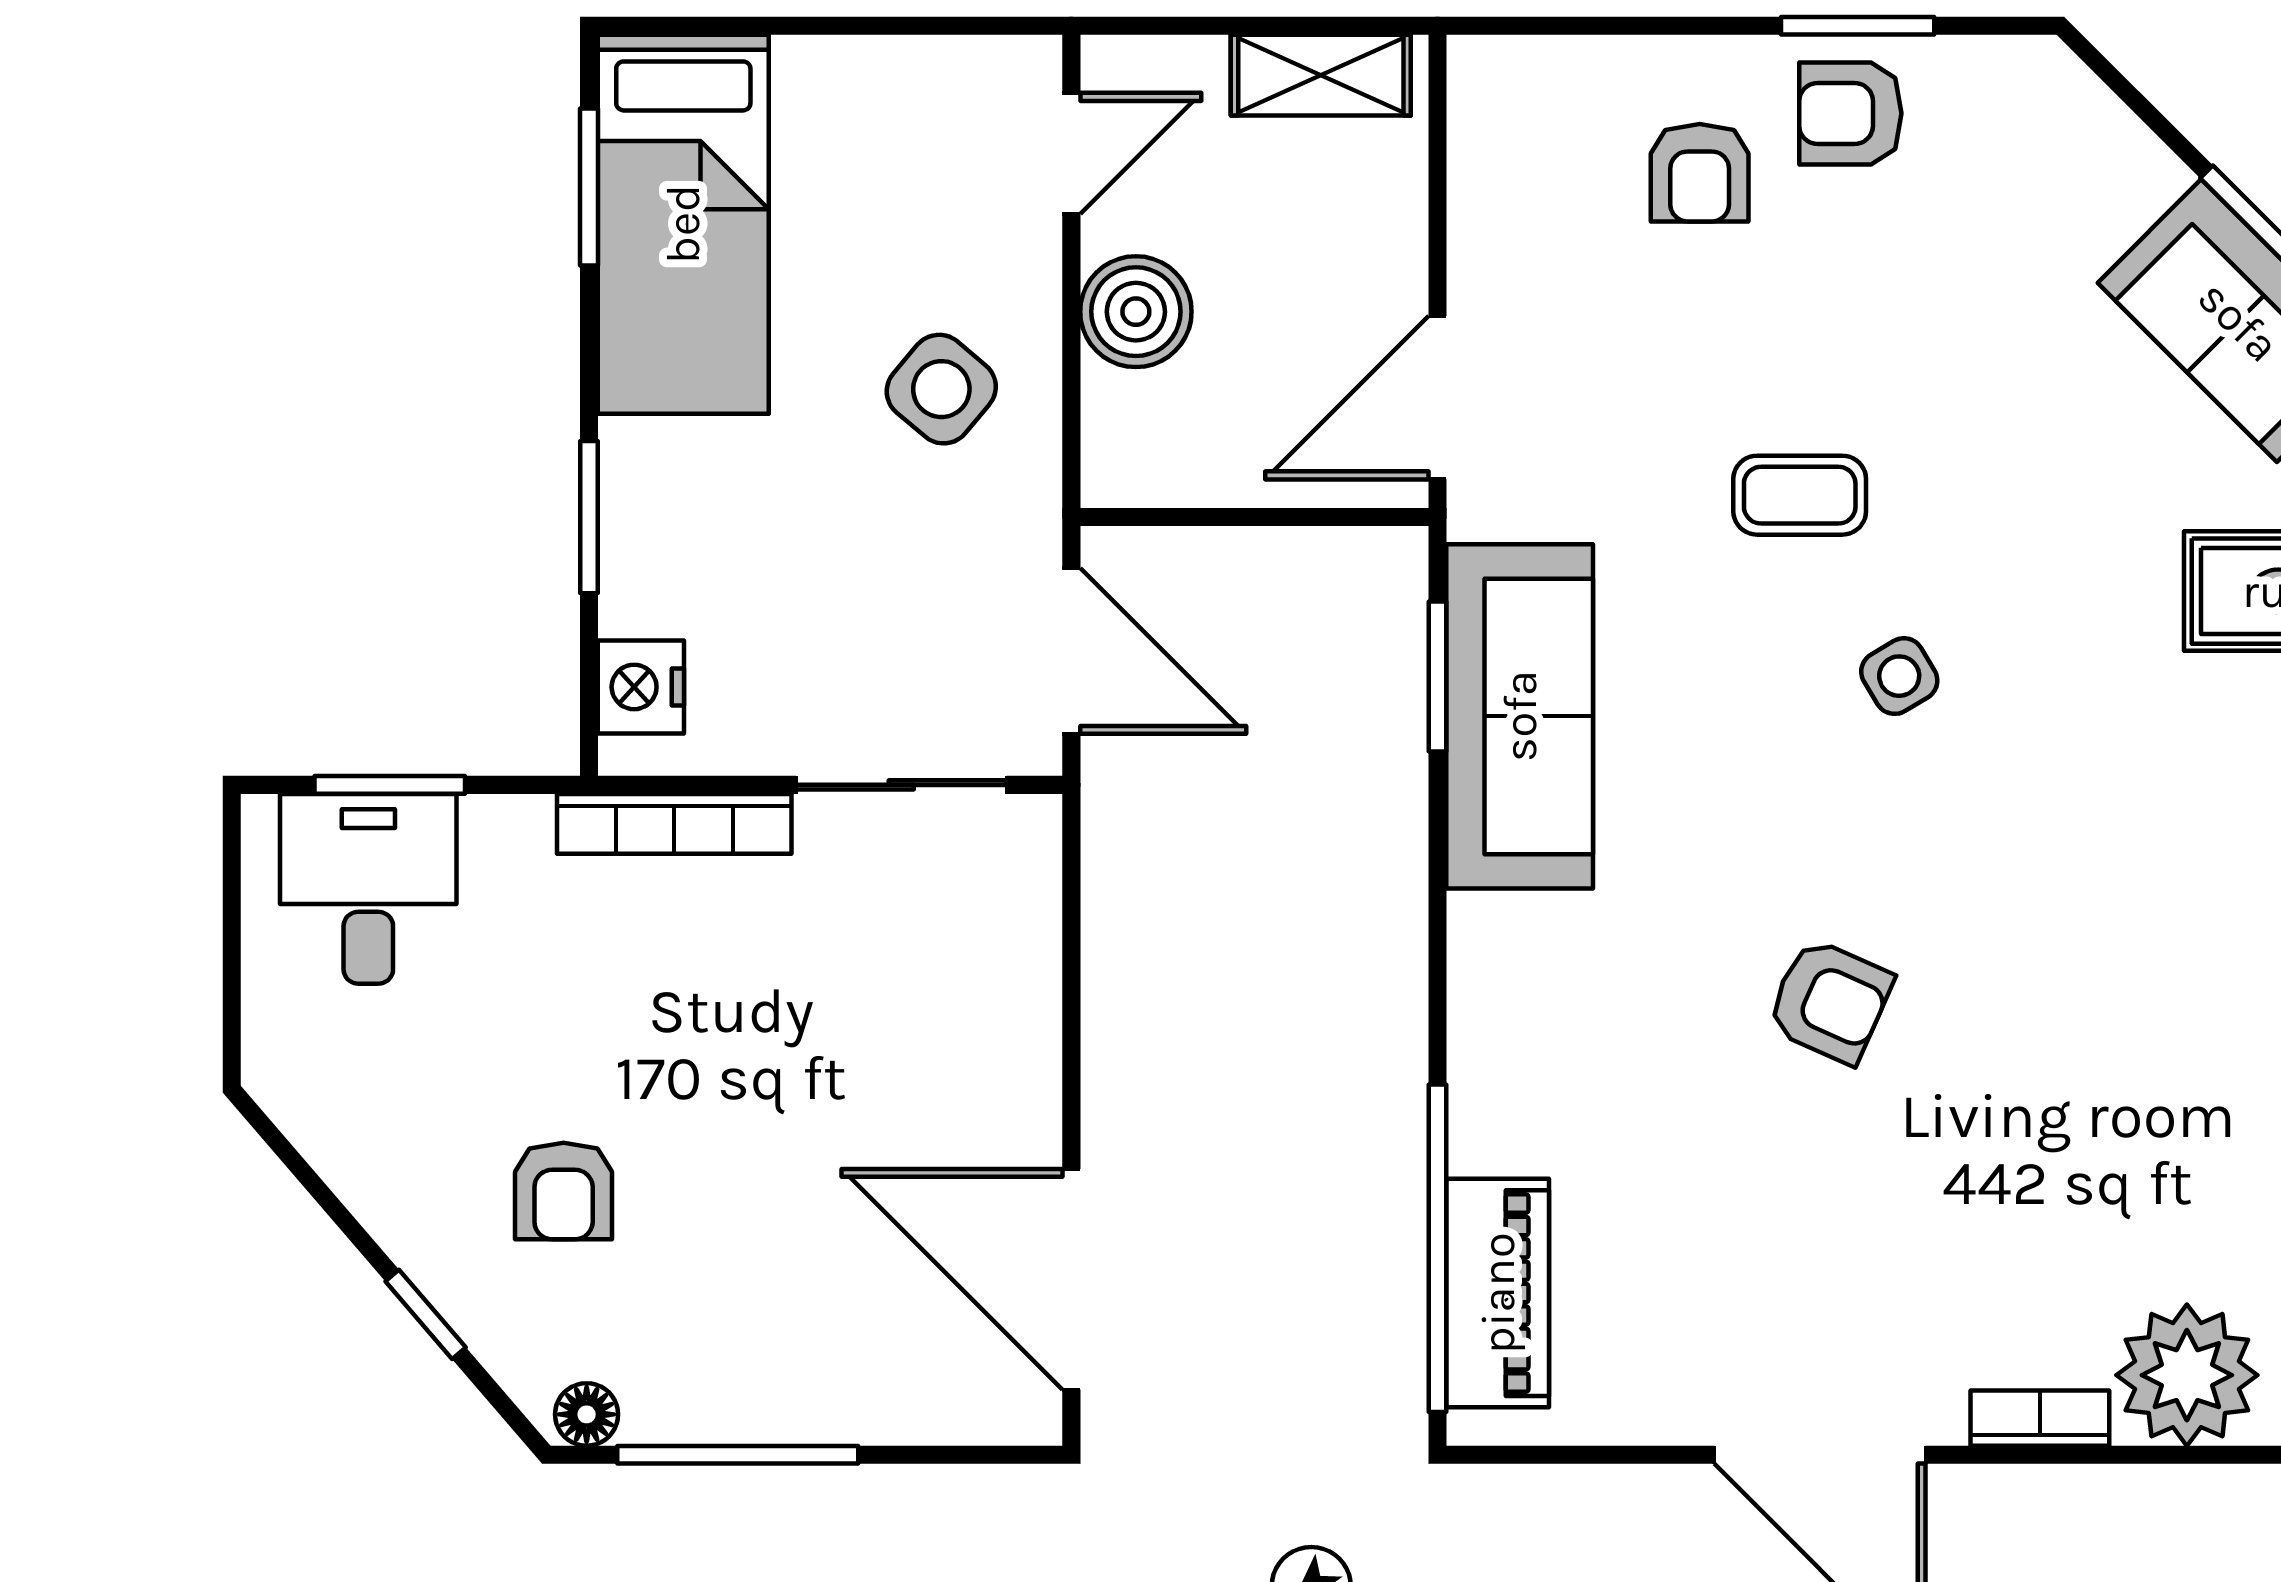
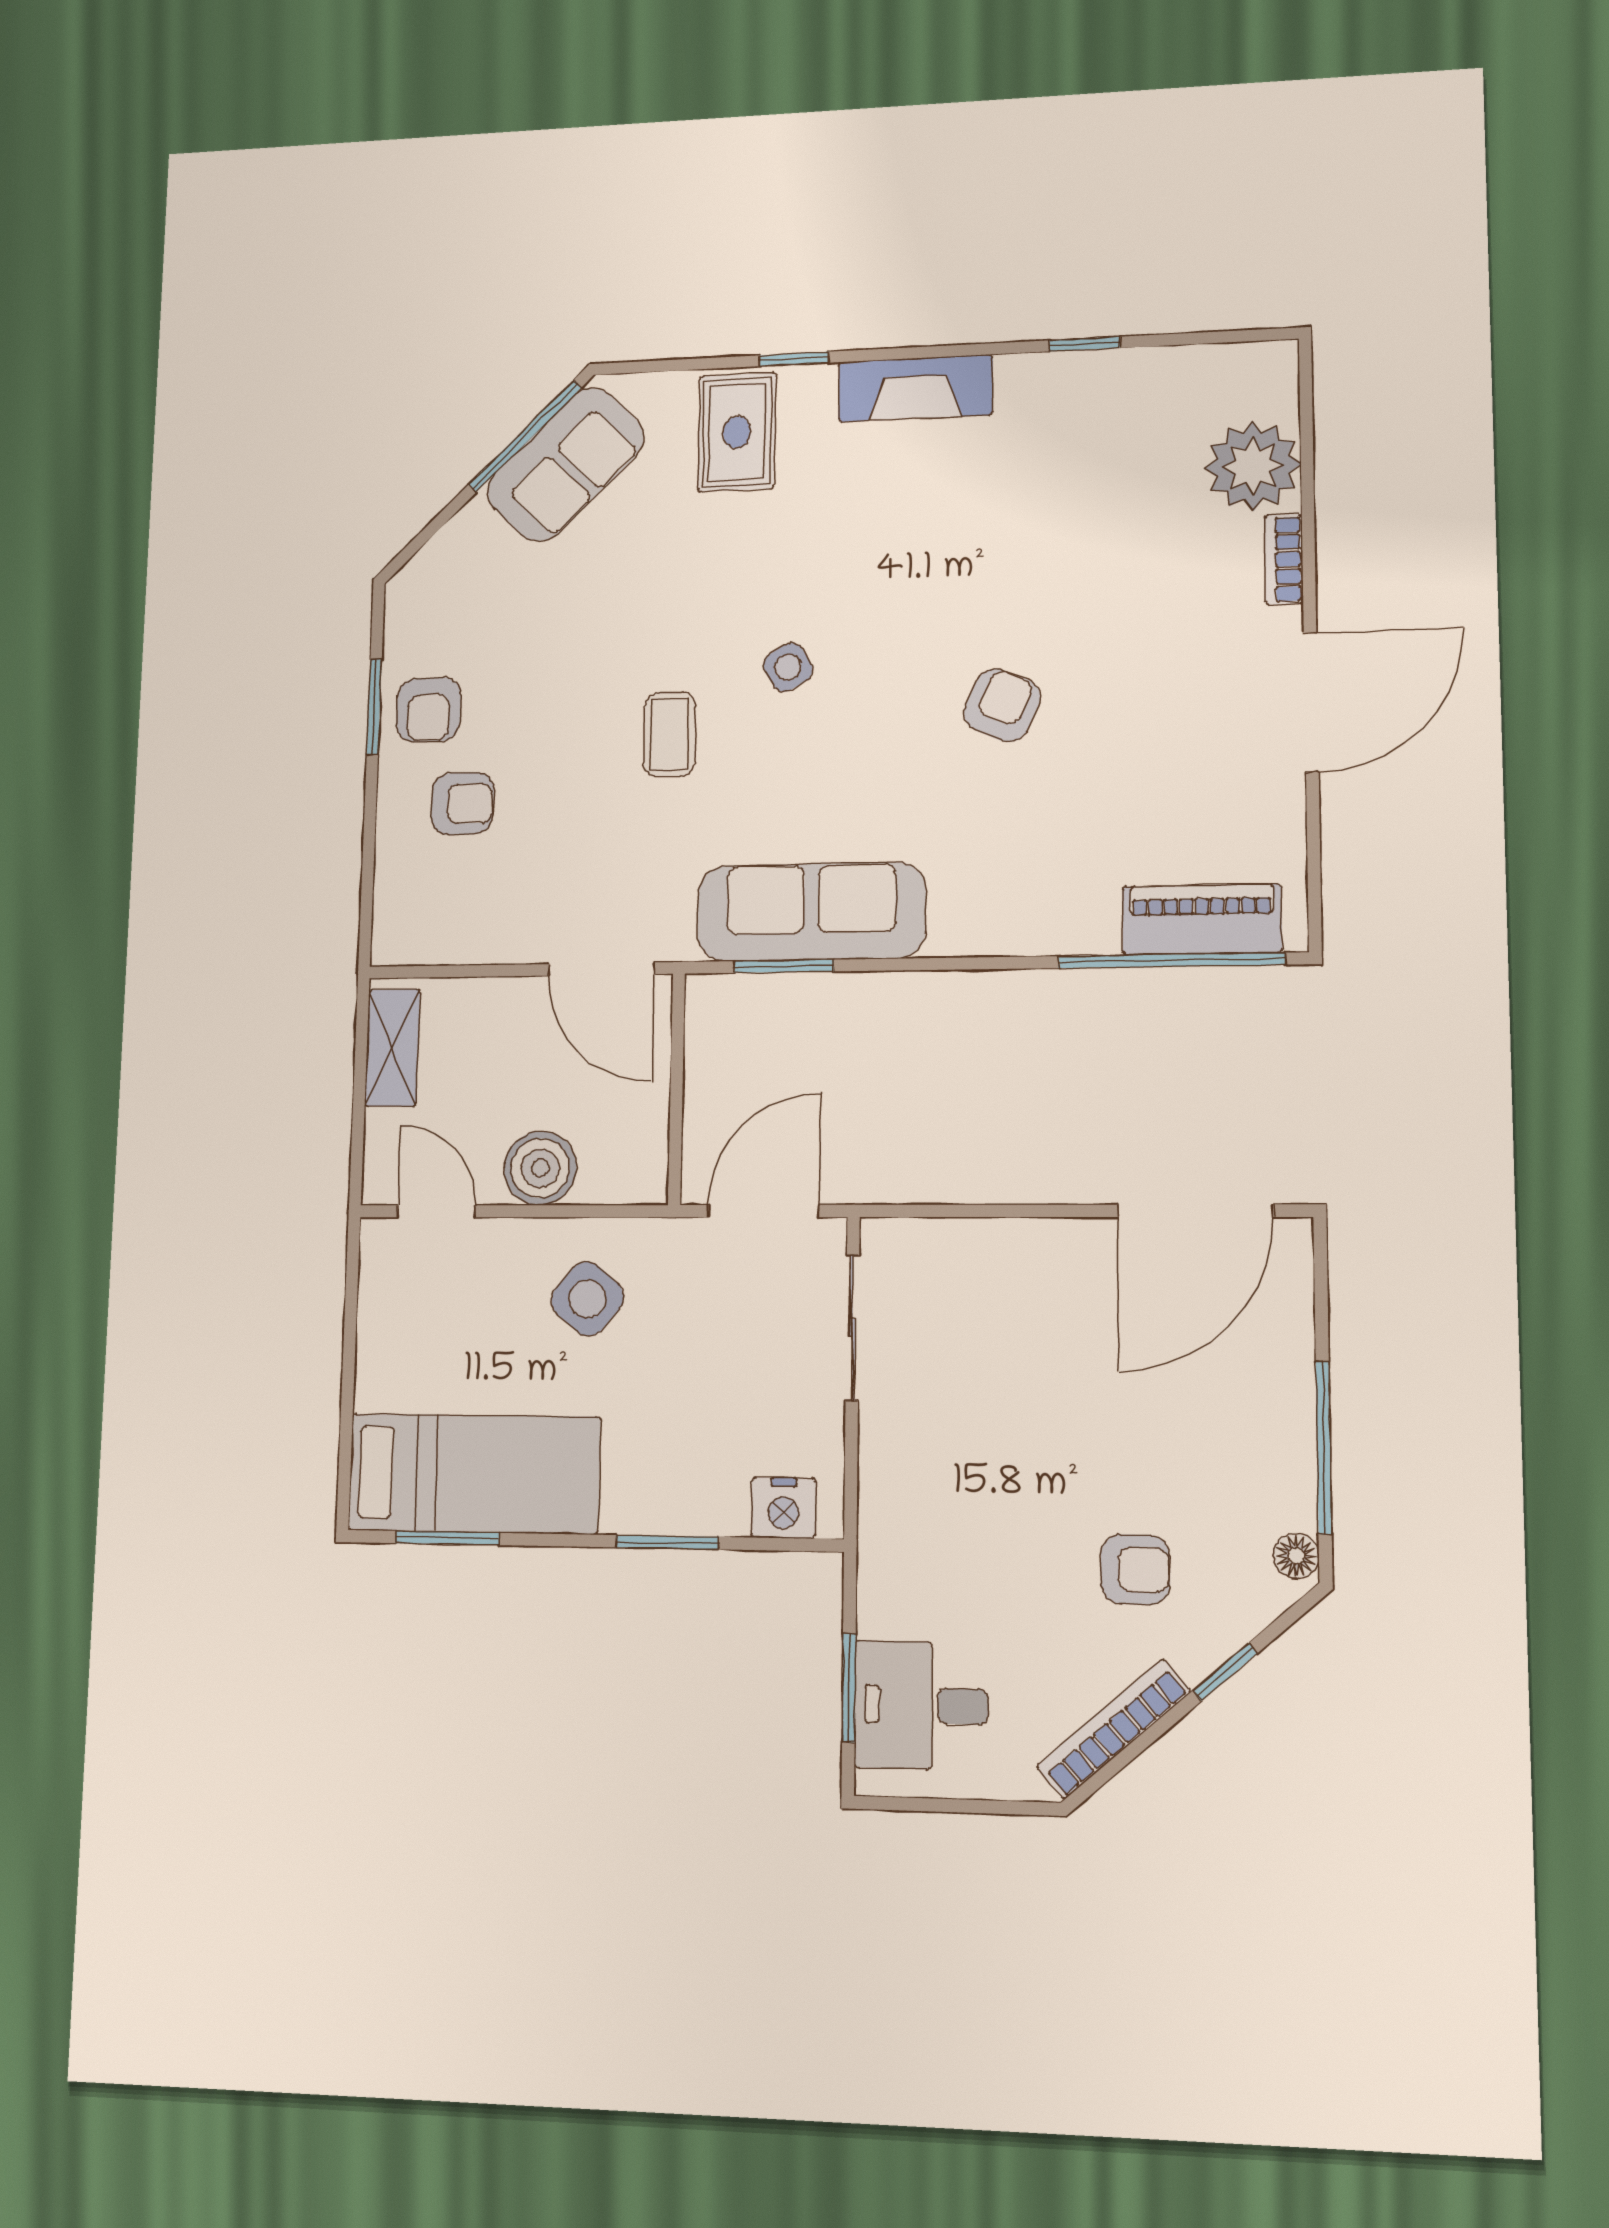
bookcase: (674, 824) -> (1114, 1729), moved, turned -131

